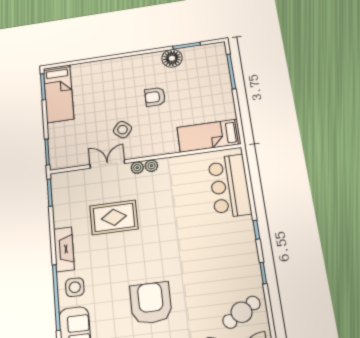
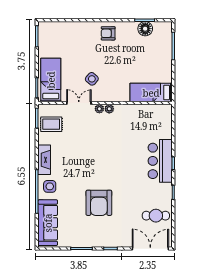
floor lamp: (172, 58) -> (145, 29), moved
bed: (58, 93) -> (51, 80), moved, turned 180
armchair: (155, 97) -> (108, 33), moved
bar counter: (230, 186) -> (160, 161), moved
rug: (114, 217) -> (51, 124), moved, width x0.73, depth x0.70
armchair: (151, 303) -> (99, 203), turned 180
cafe table: (242, 312) -> (156, 216), turned 31

